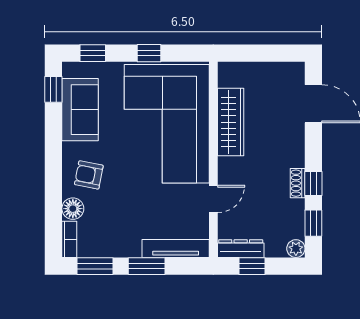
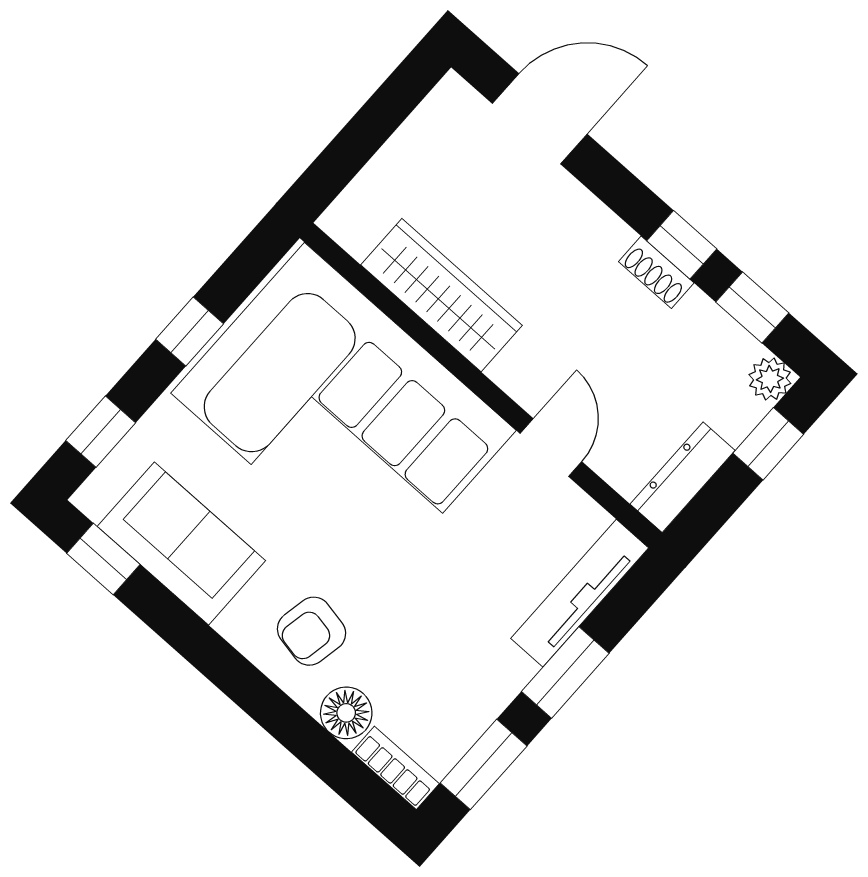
window: (252, 266) -> (768, 444), moved

